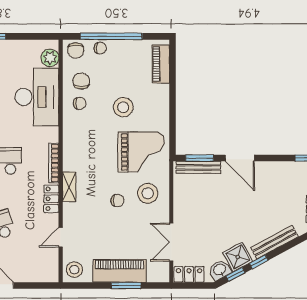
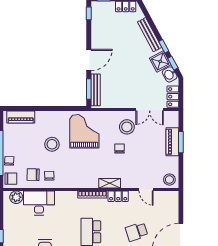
desk: (37, 97) -> (39, 203), width x0.73, depth x0.77
stool: (148, 193) -> (127, 127), moved
piano: (120, 271) -> (172, 142), width x0.73, depth x0.75

